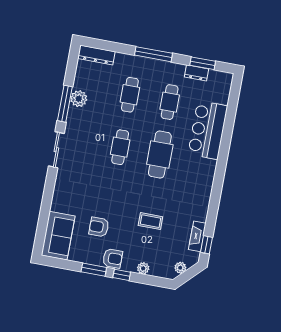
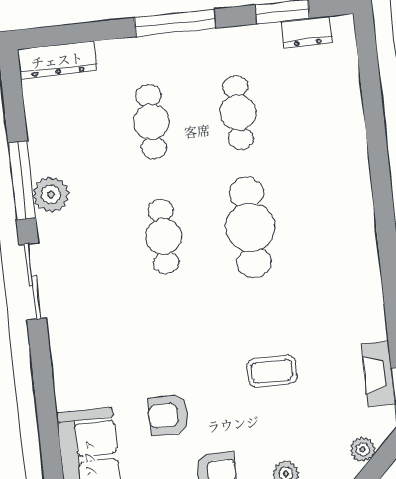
dresser: (197, 73) -> (307, 32), moved
plant: (79, 99) -> (51, 195), moved
bar counter: (208, 130) -> (335, 147), removed

